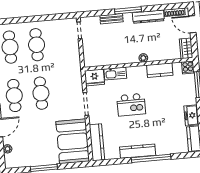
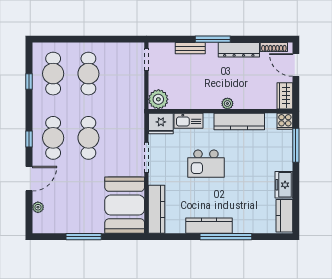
plant: (91, 59) -> (158, 99), added
kitchen counter: (160, 70) -> (239, 122), width x1.50

